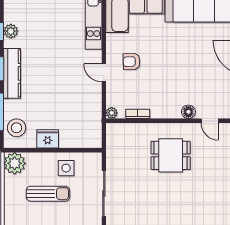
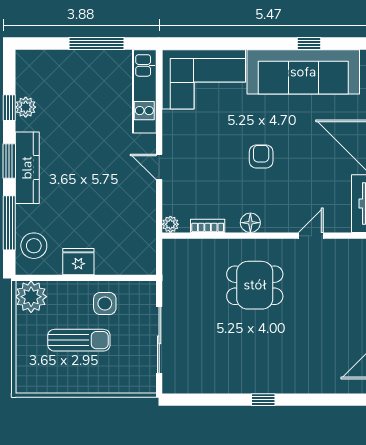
armchair: (132, 62) -> (261, 156), moved, turned 92
floor lamp: (188, 112) -> (250, 223), moved
door: (210, 121) -> (311, 236), swing flipped

